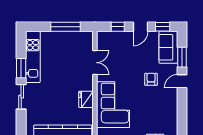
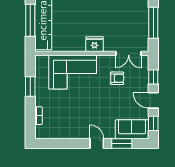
double door: (95, 63) -> (129, 53), moved
armchair: (151, 79) -> (117, 78), moved
fridge: (86, 99) -> (95, 44), moved

